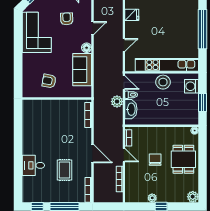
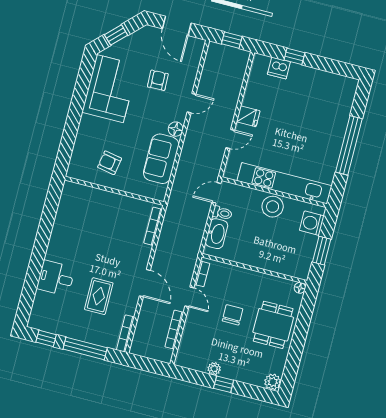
fridge: (132, 15) -> (248, 116), moved
door: (124, 83) -> (216, 193), swing flipped
plant: (117, 102) -> (199, 217), removed

